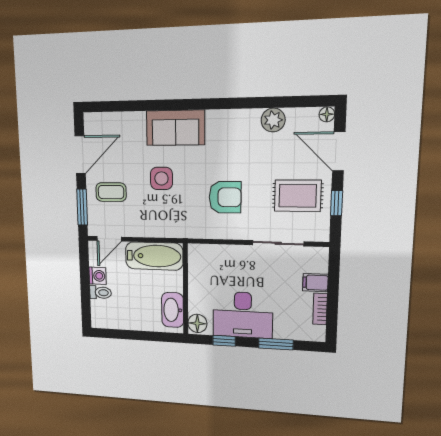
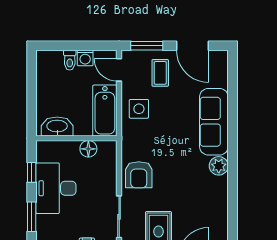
plant: (273, 120) -> (219, 166), moved
sofa: (175, 128) -> (214, 122), width x1.36
side table: (161, 178) -> (139, 109), moved
armchair: (225, 197) -> (139, 175), moved
floor lamp: (197, 323) -> (88, 149), moved

